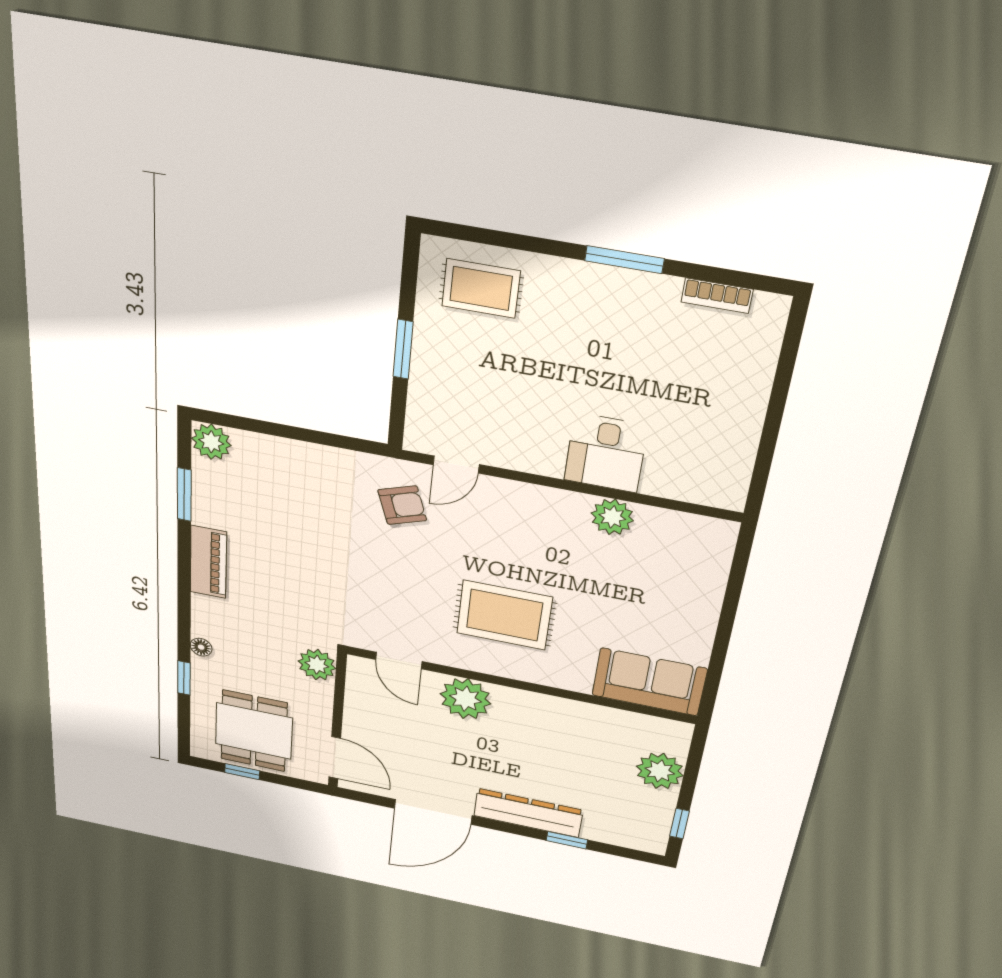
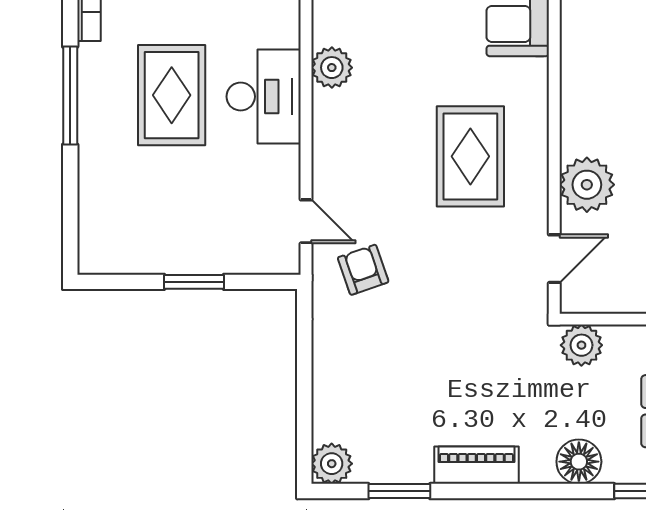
window: (624, 260) -> (70, 96), width x1.44
rug: (481, 288) -> (172, 95), moved, width x1.36, depth x1.43
desk: (606, 453) -> (264, 97), width x1.37
floor lamp: (201, 647) -> (579, 462), width x1.89, depth x1.89

